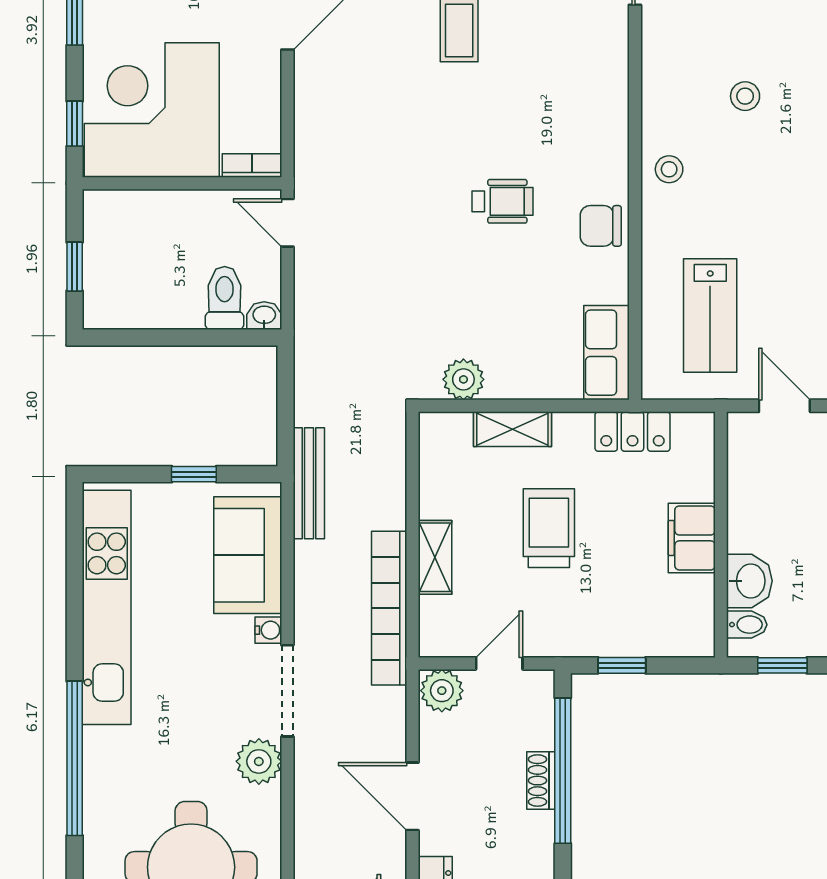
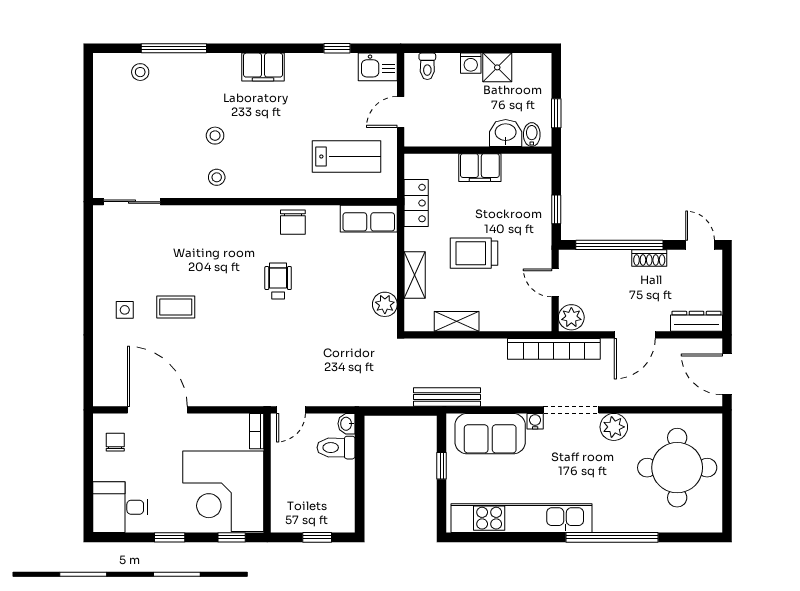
stool: (669, 169) -> (217, 177), moved
shelving: (435, 557) -> (457, 321), moved
bookcase: (389, 608) -> (554, 349), moved
shoe rack: (541, 781) -> (649, 258), moved

